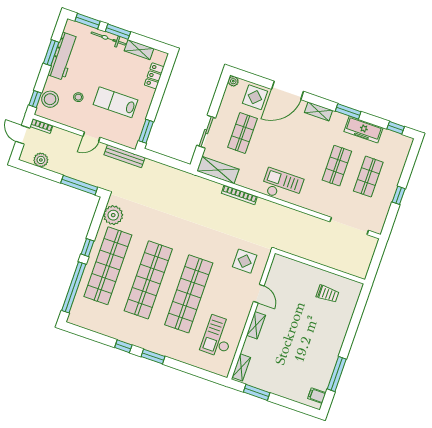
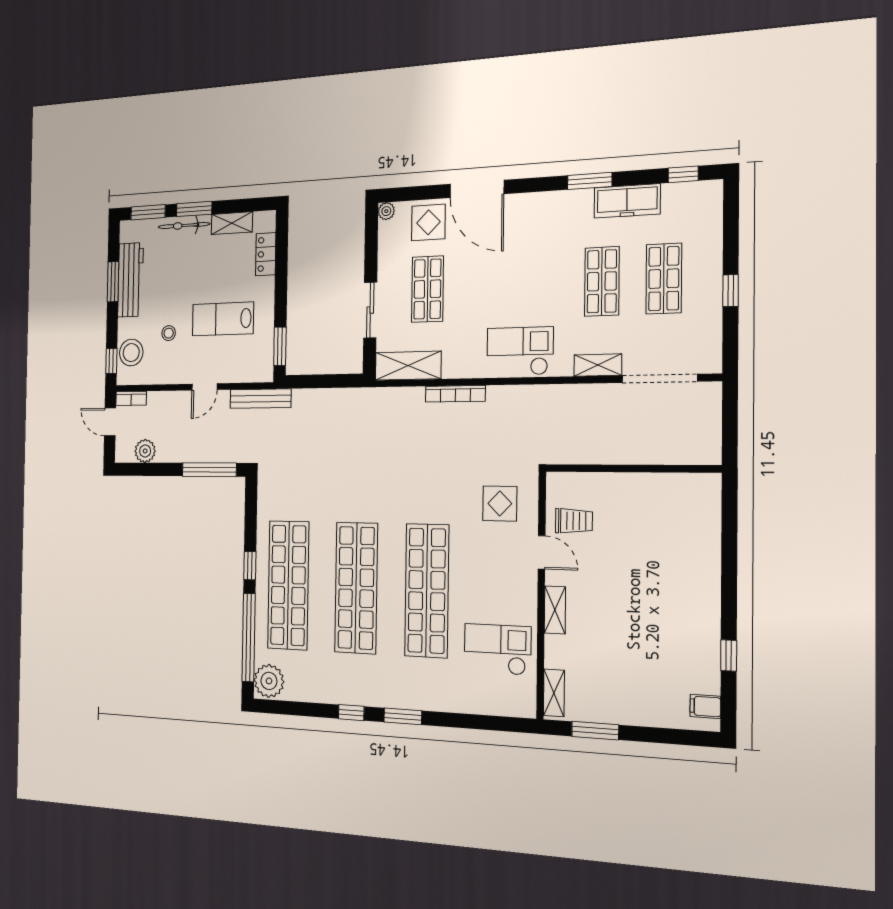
door: (287, 90) -> (477, 189), hinge flipped
shelving: (318, 111) -> (598, 365), moved
plant: (113, 215) -> (269, 681), moved
trolley: (328, 294) -> (574, 521), moved
checkout: (218, 336) -> (498, 649), turned 90
window: (337, 374) -> (729, 655), width x0.46

